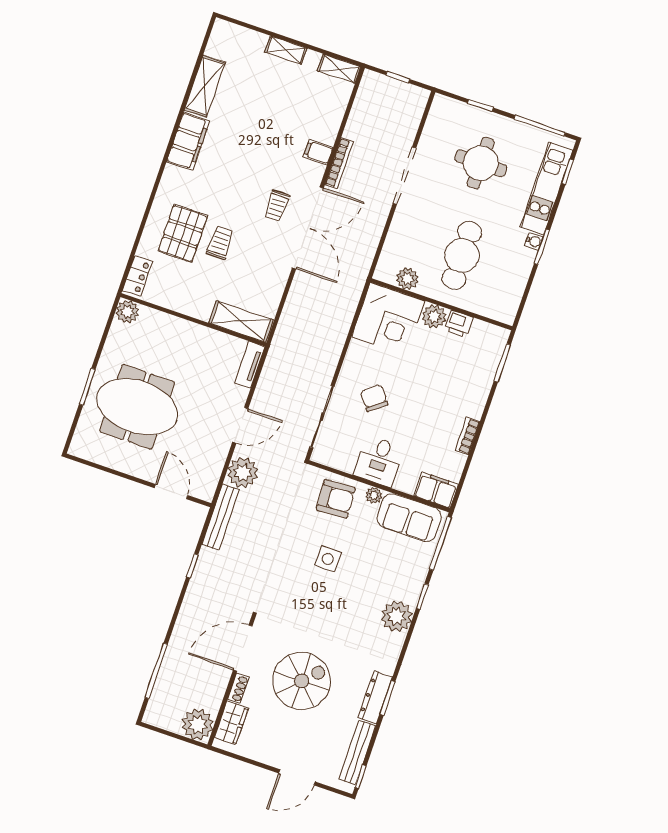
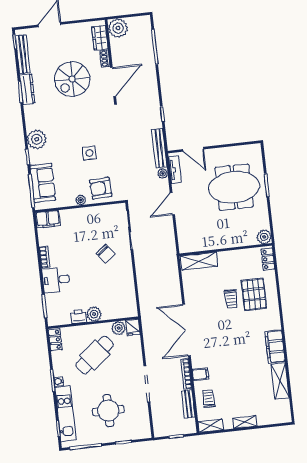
bench: (357, 117) -> (188, 404), added
trolley: (277, 206) -> (209, 399), moved
cafe table: (462, 255) -> (95, 355), turned 51
fridge: (386, 270) -> (133, 327), added
locker: (510, 306) -> (55, 340), added
corner desk: (388, 319) -> (119, 301), removed
tv unit: (250, 365) -> (175, 170), moved
desk: (379, 461) -> (56, 280), moved, turned -90
plant: (243, 472) -> (163, 174), width x0.53, depth x0.53
sofa: (409, 518) -> (43, 183), moved, turned 90

